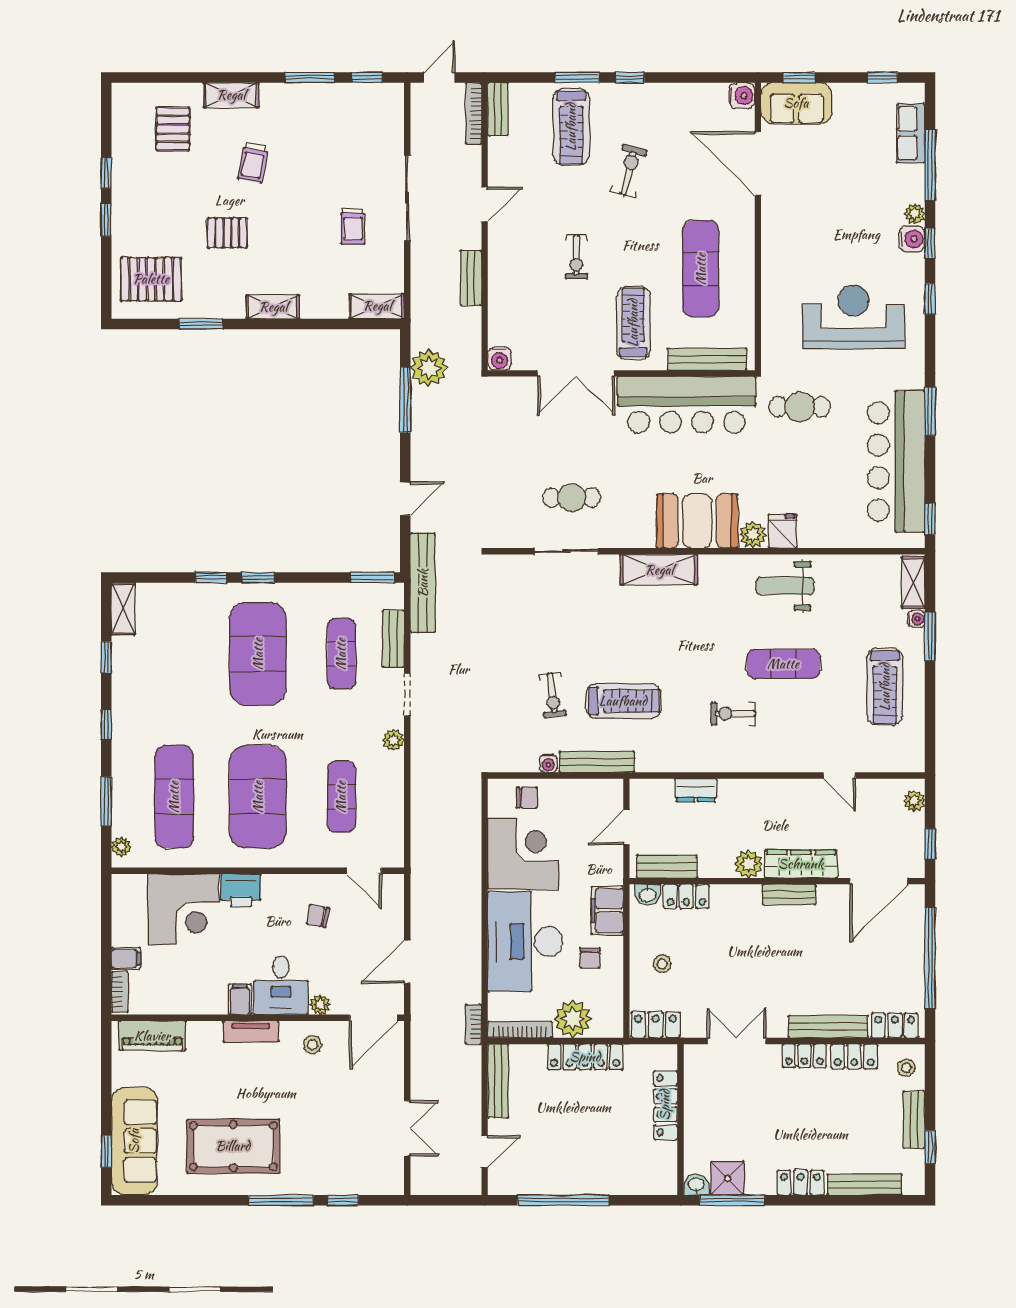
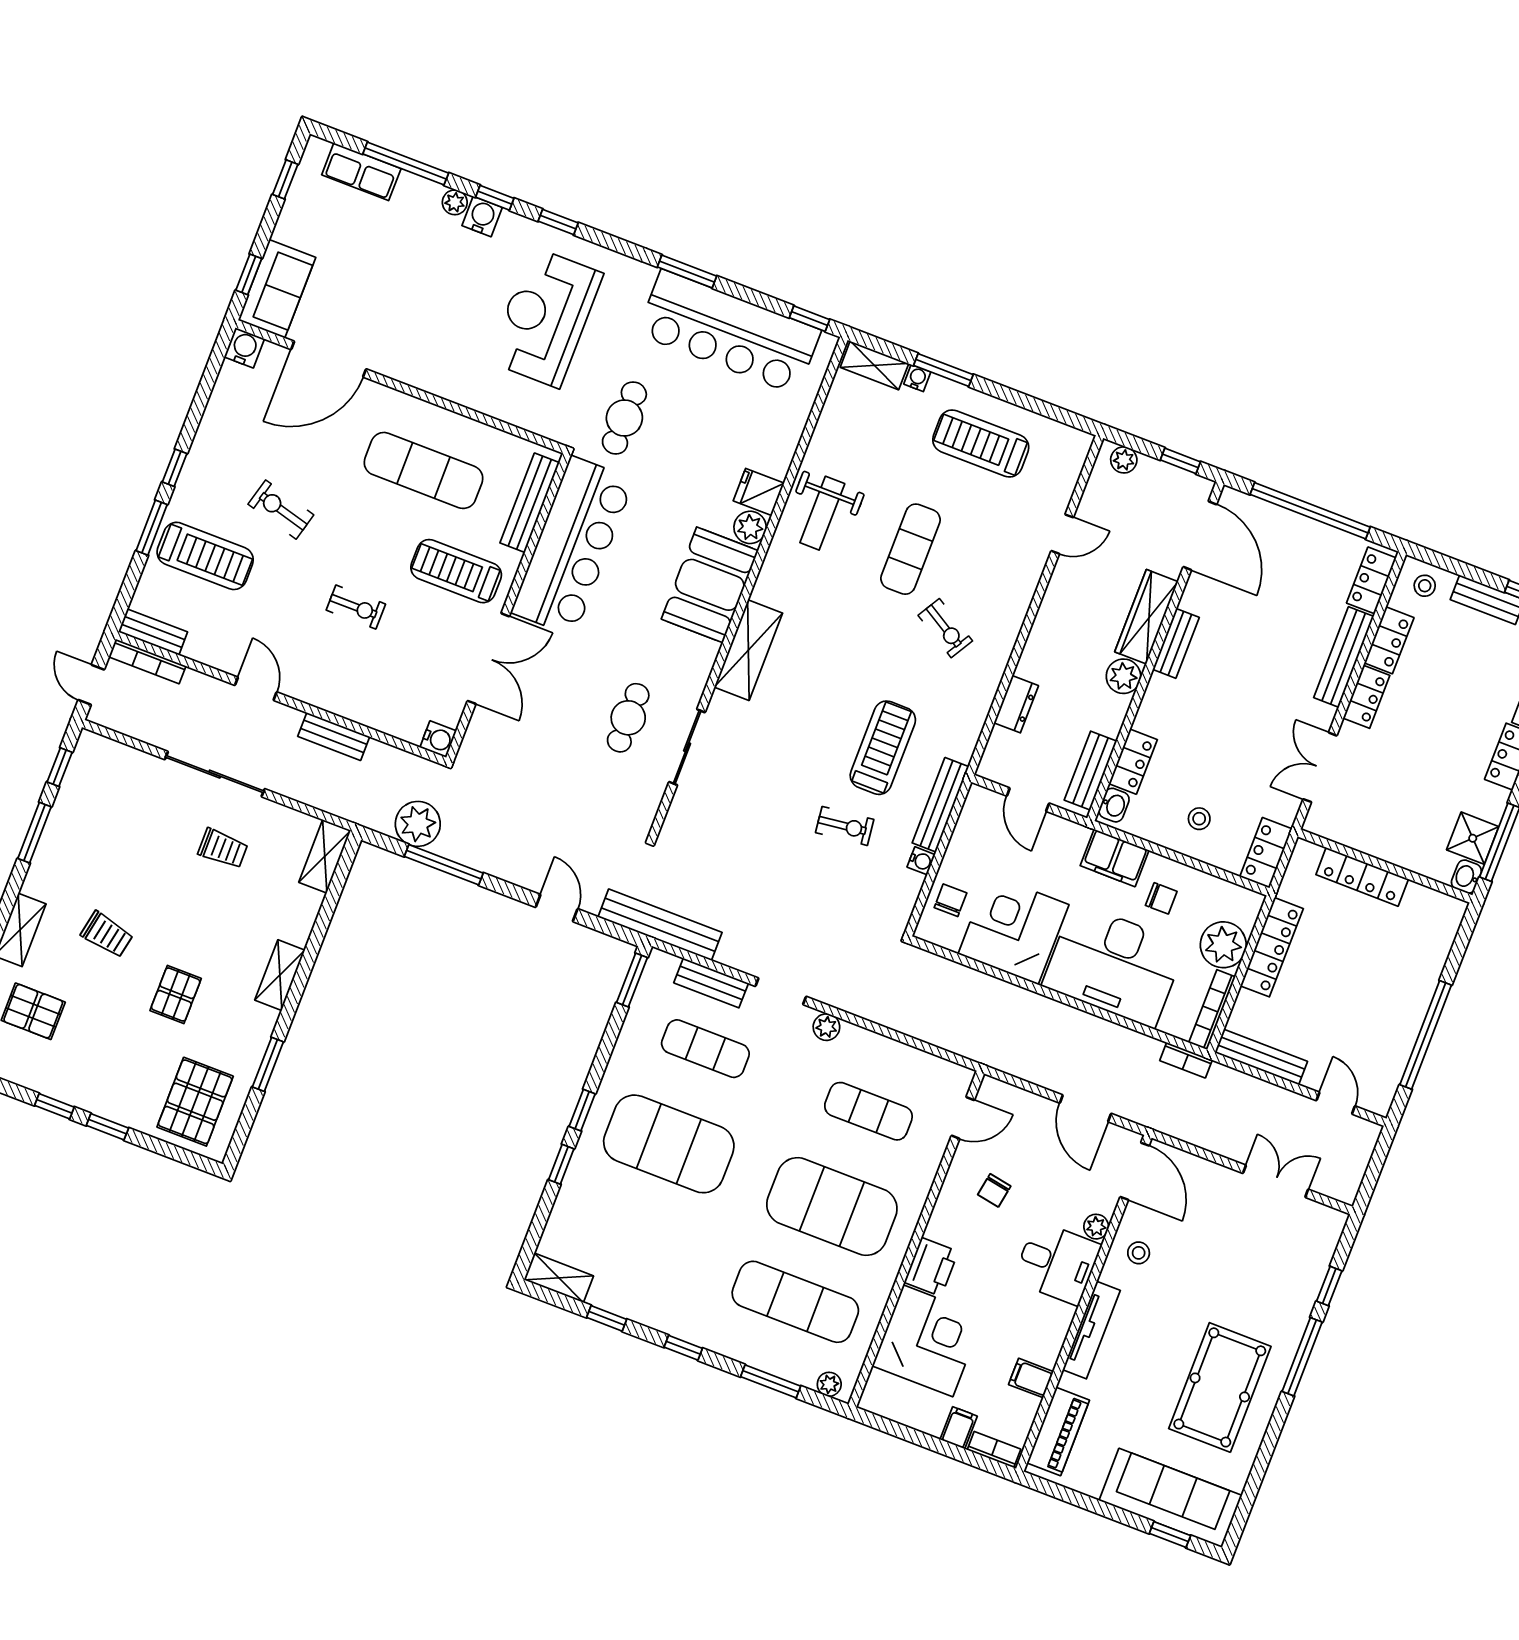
treadmill: (885, 687) -> (981, 443), turned 180
exercise bike: (733, 714) -> (945, 628), turned -59
filing cabinet: (240, 999) -> (1031, 1378), moved
tv unit: (251, 1031) -> (1091, 1330), width x1.41

